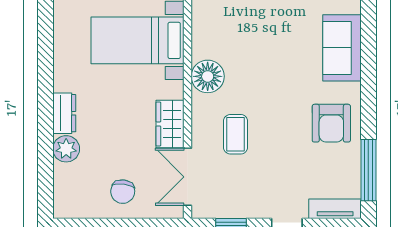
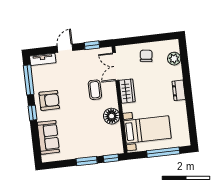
window: (368, 102) -> (33, 113), added
armchair: (331, 123) -> (49, 100), turned 90
plant: (66, 149) -> (174, 59), moved
double door: (188, 177) -> (116, 67), swing flipped

